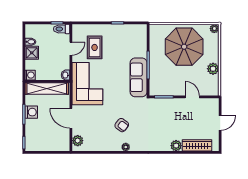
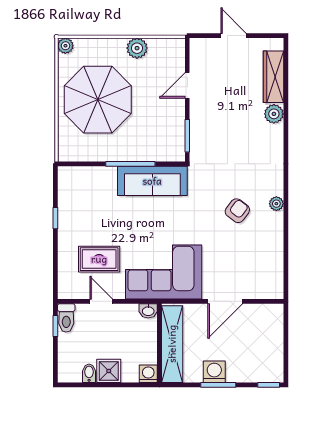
plant: (78, 141) -> (265, 289), removed

